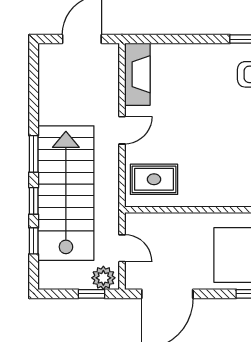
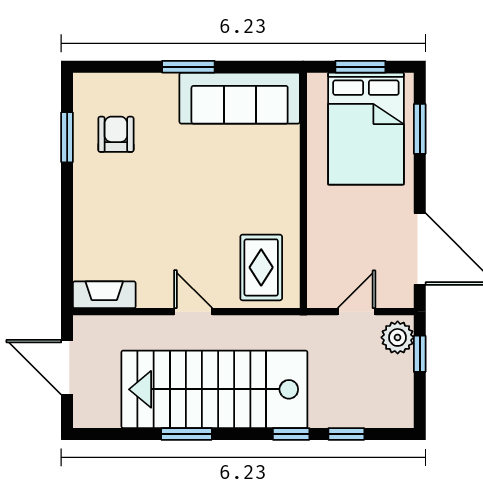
fireplace: (137, 74) -> (104, 295), width x0.73, depth x0.76
window: (34, 154) -> (186, 434), moved
stairs: (66, 193) -> (214, 389), moved

